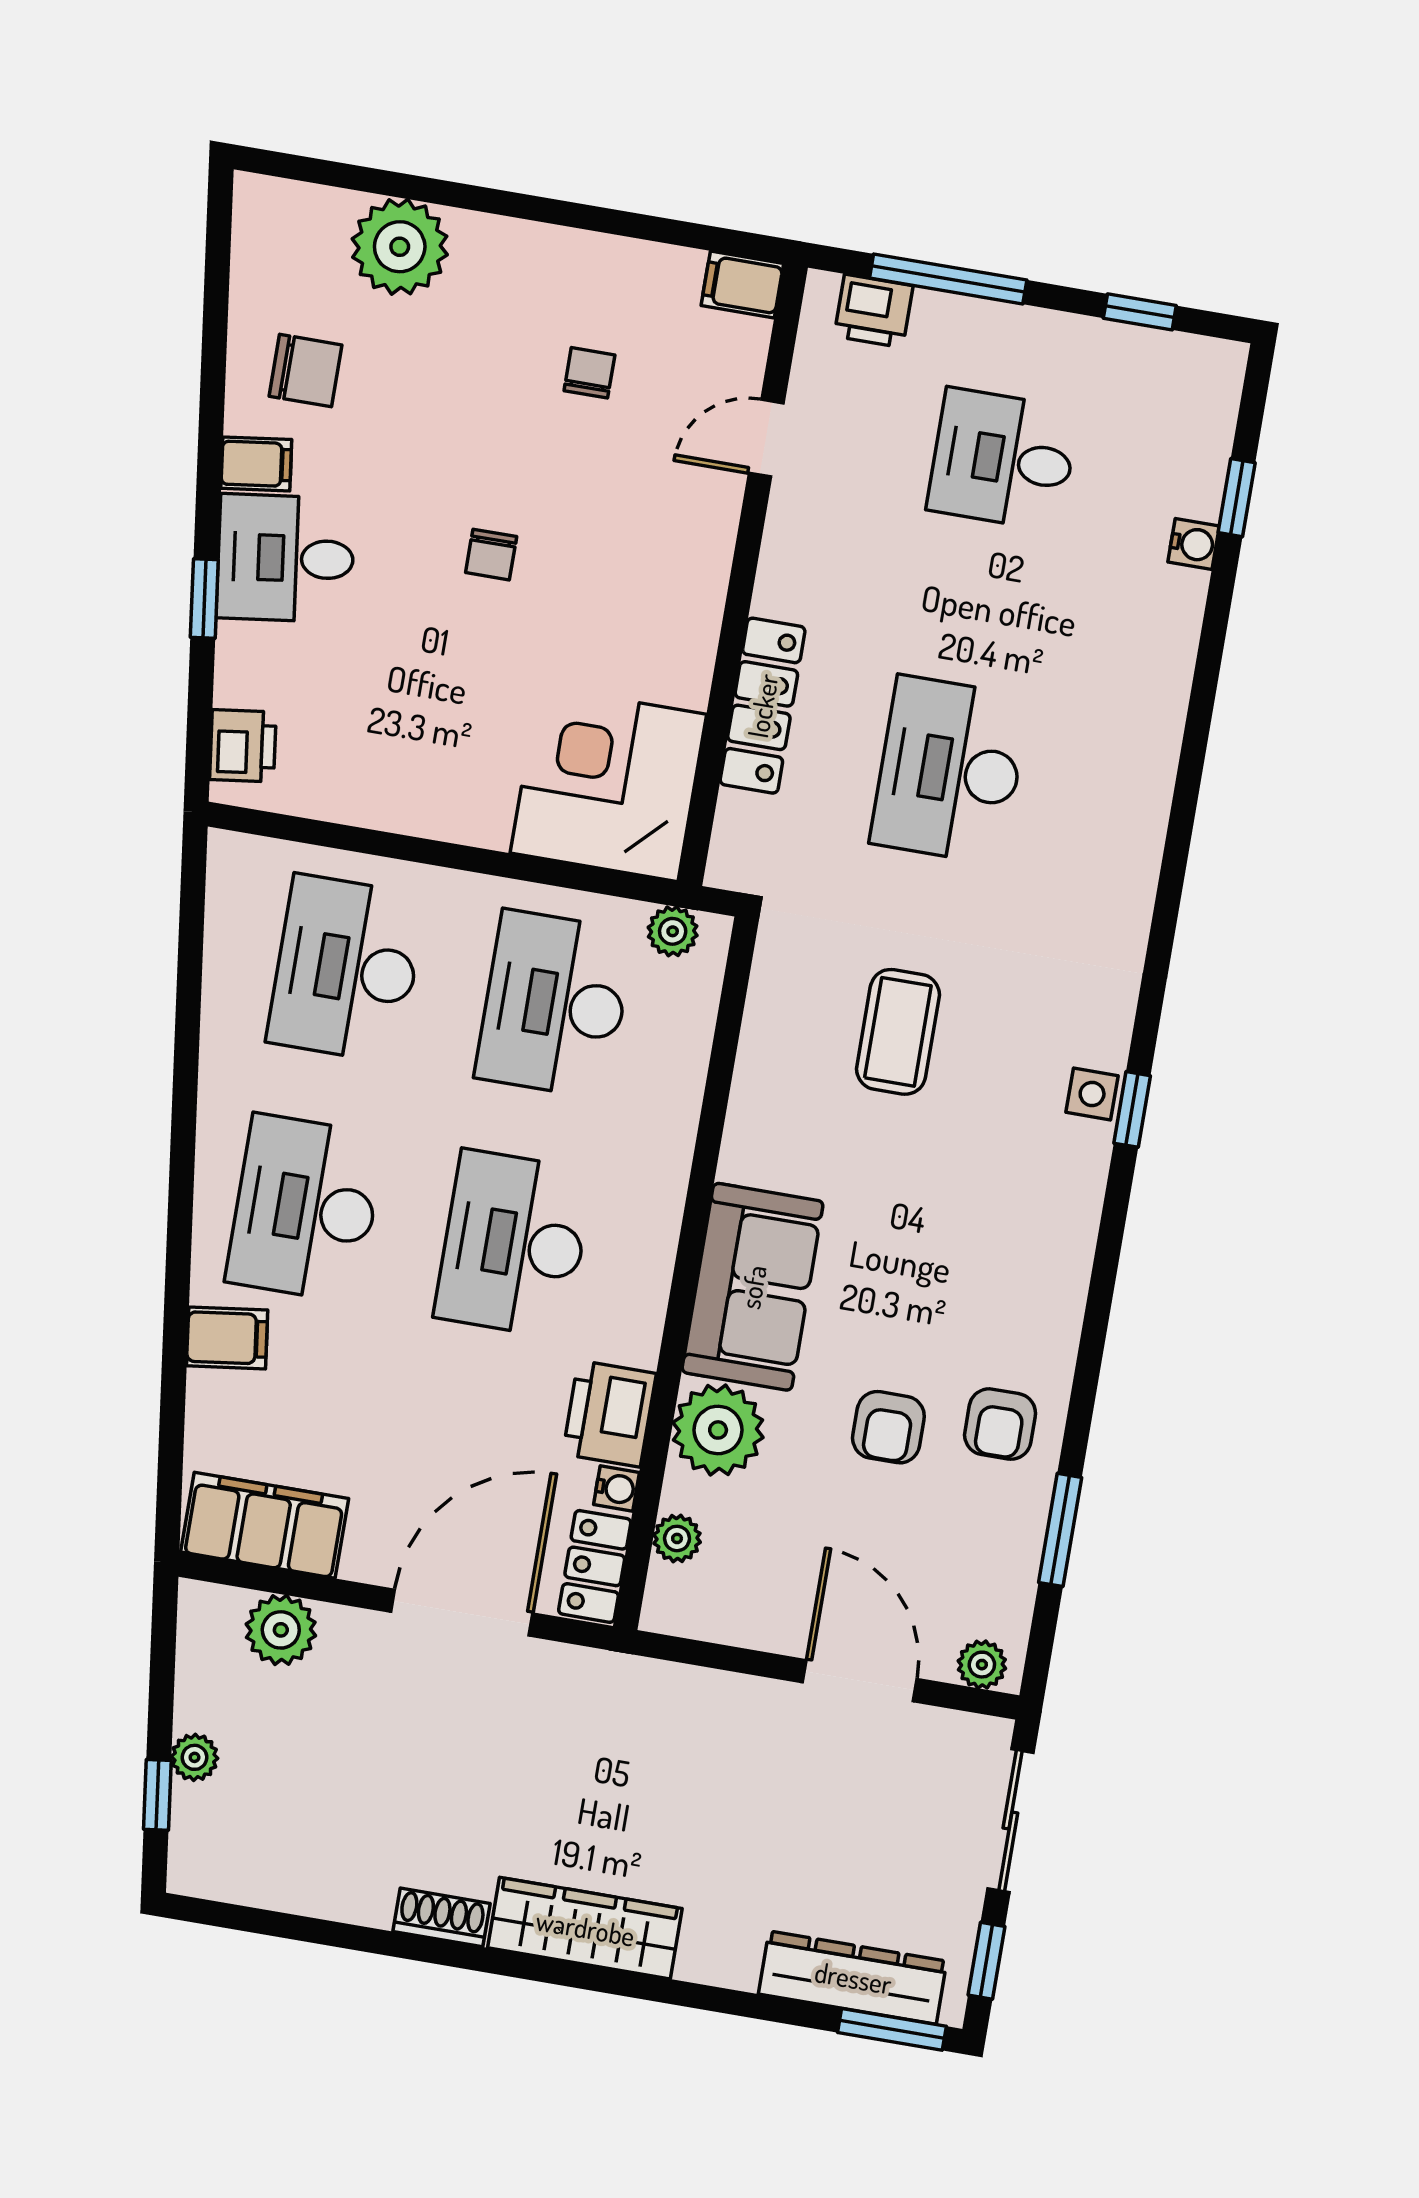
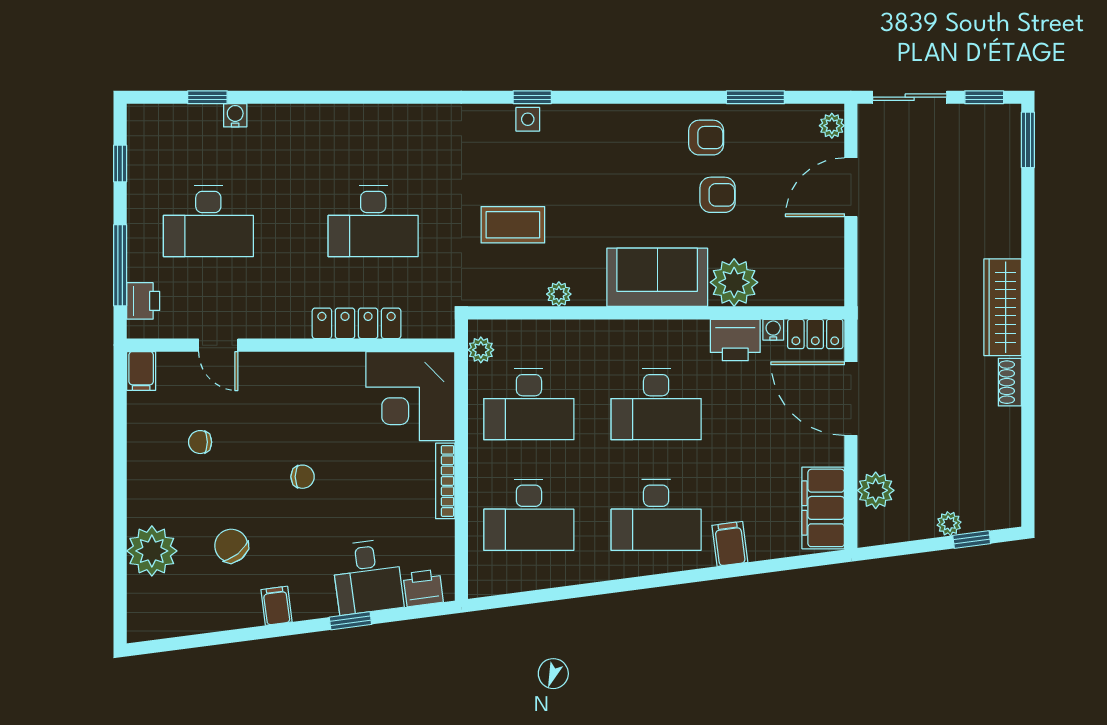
chair: (305, 371) -> (231, 546), moved, turned -39
desk: (1003, 459) -> (208, 221), width x1.37
desk: (286, 558) -> (368, 577), moved
bookcase: (437, 822) -> (445, 481), added
plant: (677, 1538) -> (559, 294), moved
dresser: (853, 1978) -> (1005, 165), removed

